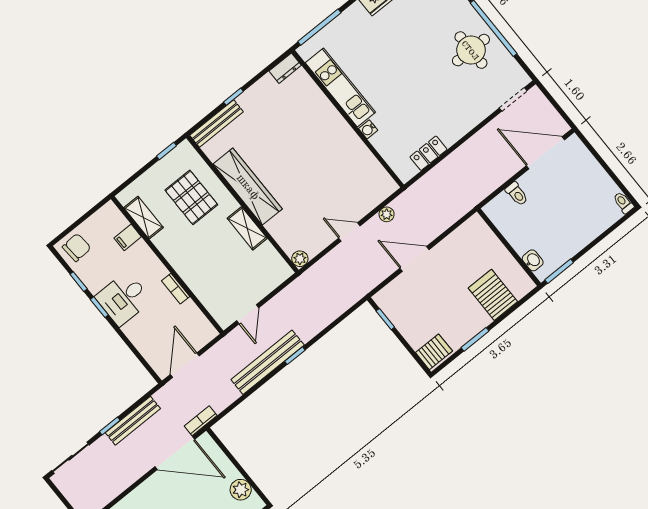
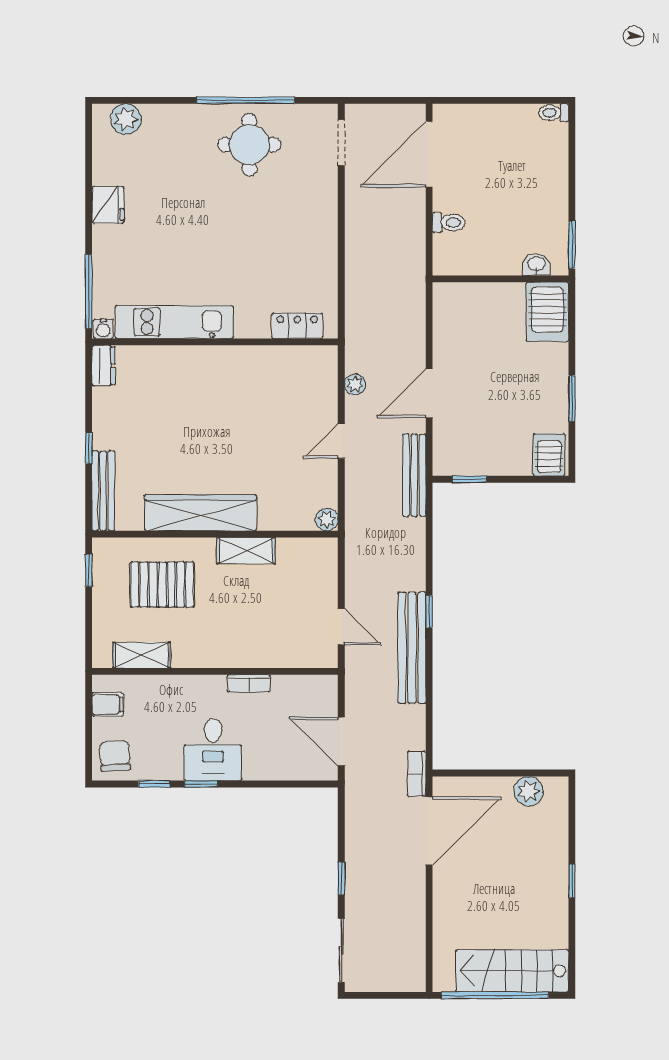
water cooler: (368, 129) -> (103, 329), moved
locker: (428, 153) -> (297, 326), moved, turned 90
filing cabinet: (128, 237) -> (108, 705), moved, turned -90
server rack: (493, 295) -> (547, 312), moved, turned -90
bench: (133, 421) -> (414, 475), moved

